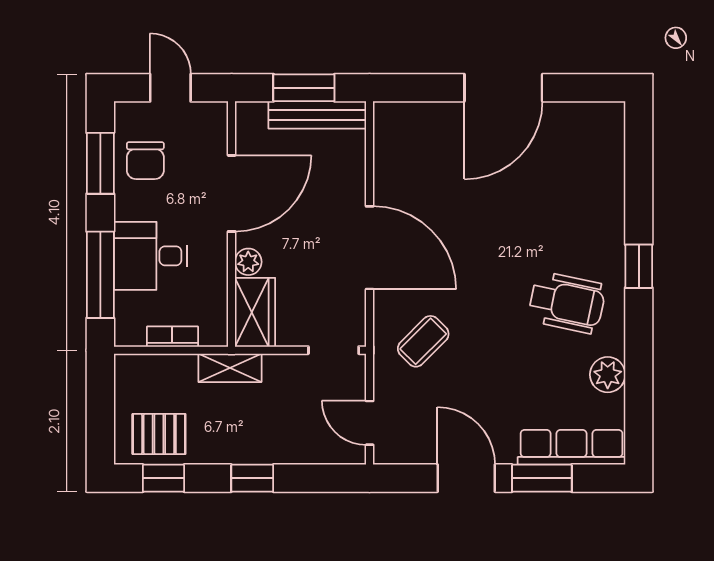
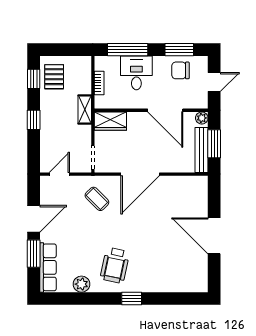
plant: (248, 262) -> (202, 118), moved

